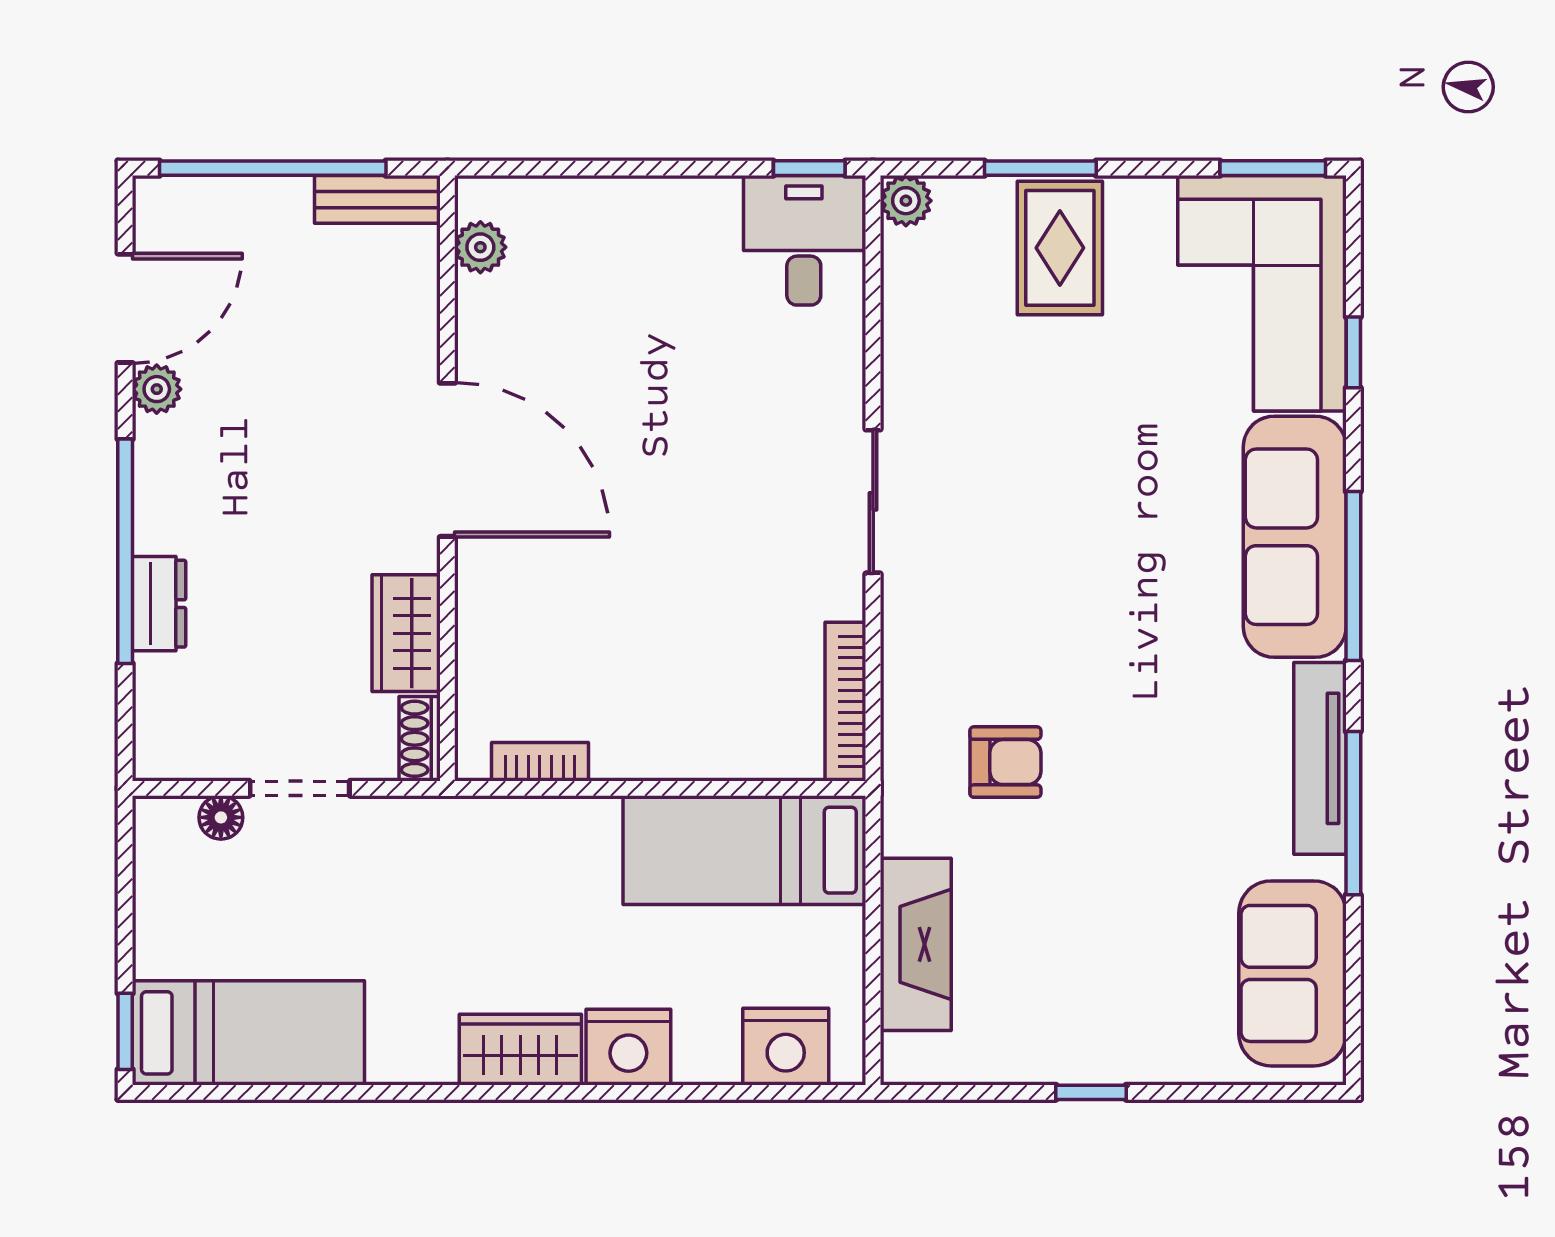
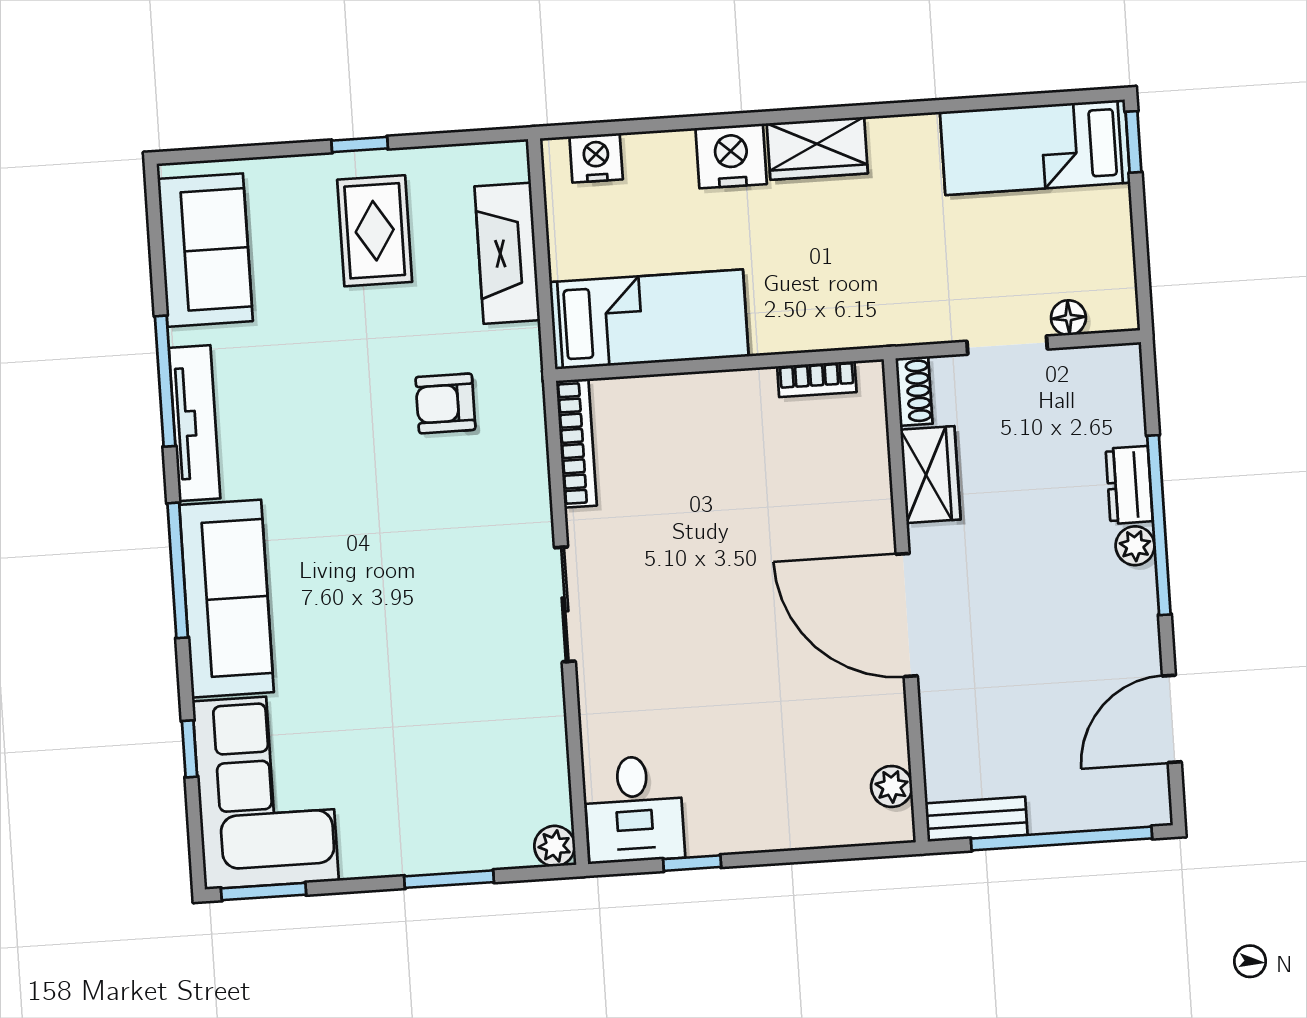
window: (809, 168) -> (692, 863), moved
rug: (1060, 248) -> (375, 231), moved
plant: (157, 389) -> (1135, 546), moved
nightstand: (786, 1047) -> (596, 158), width x0.74, depth x0.75

